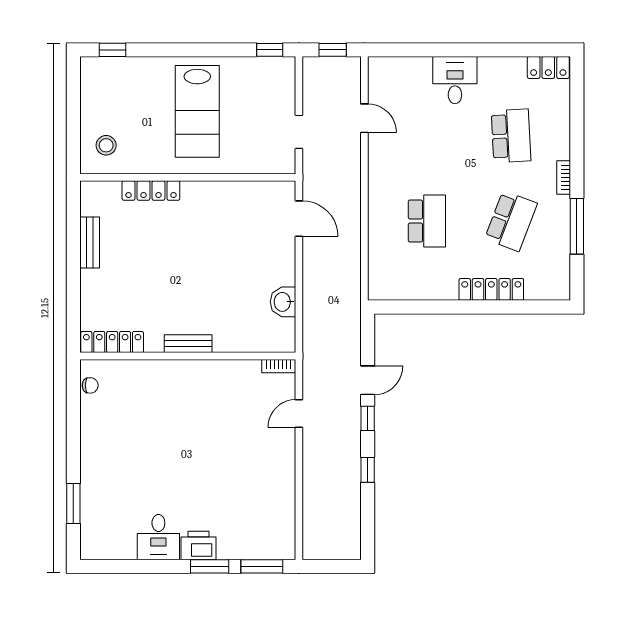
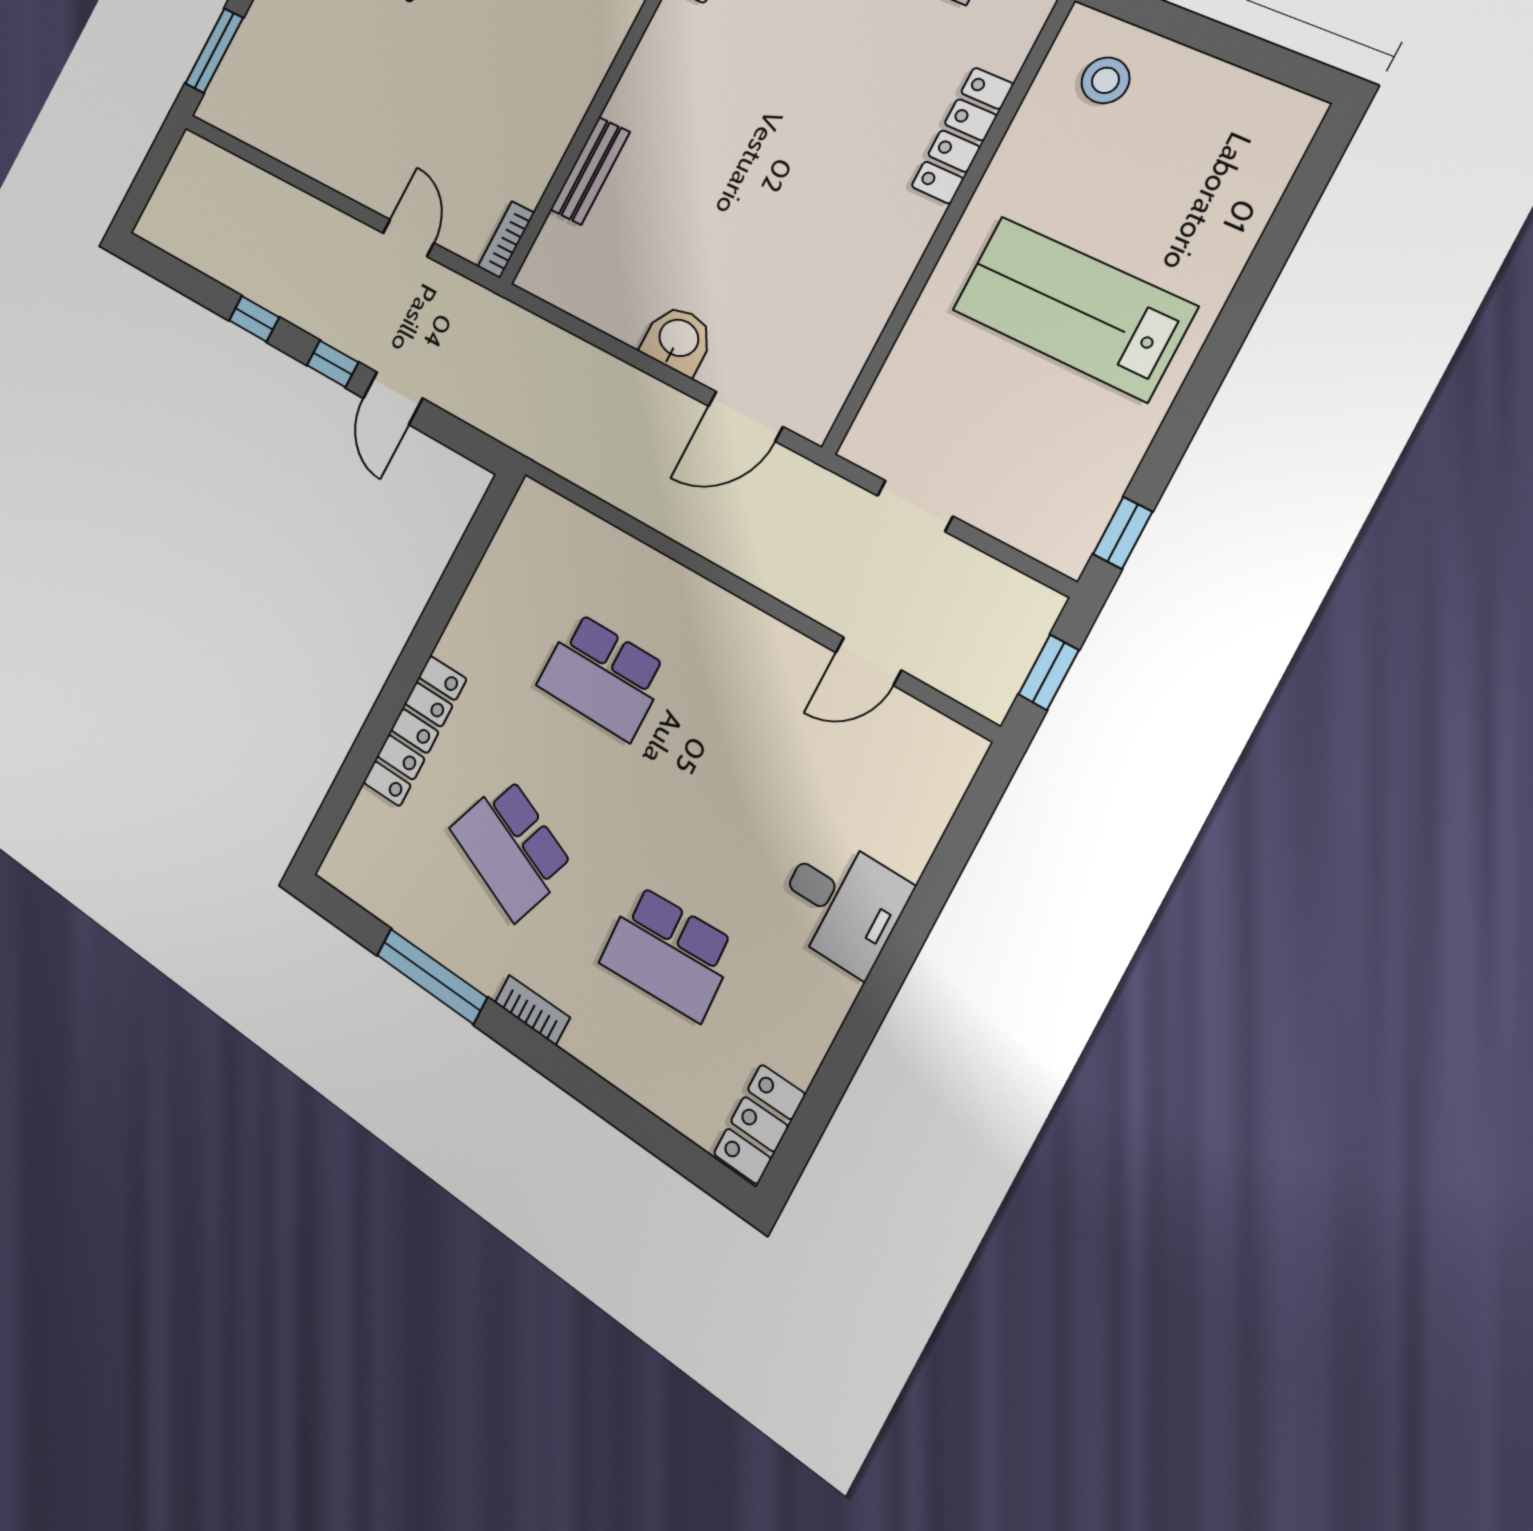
window: (112, 50) -> (1309, 182), removed
washbasin: (283, 302) -> (678, 339), moved
bench: (188, 344) -> (590, 171), moved

